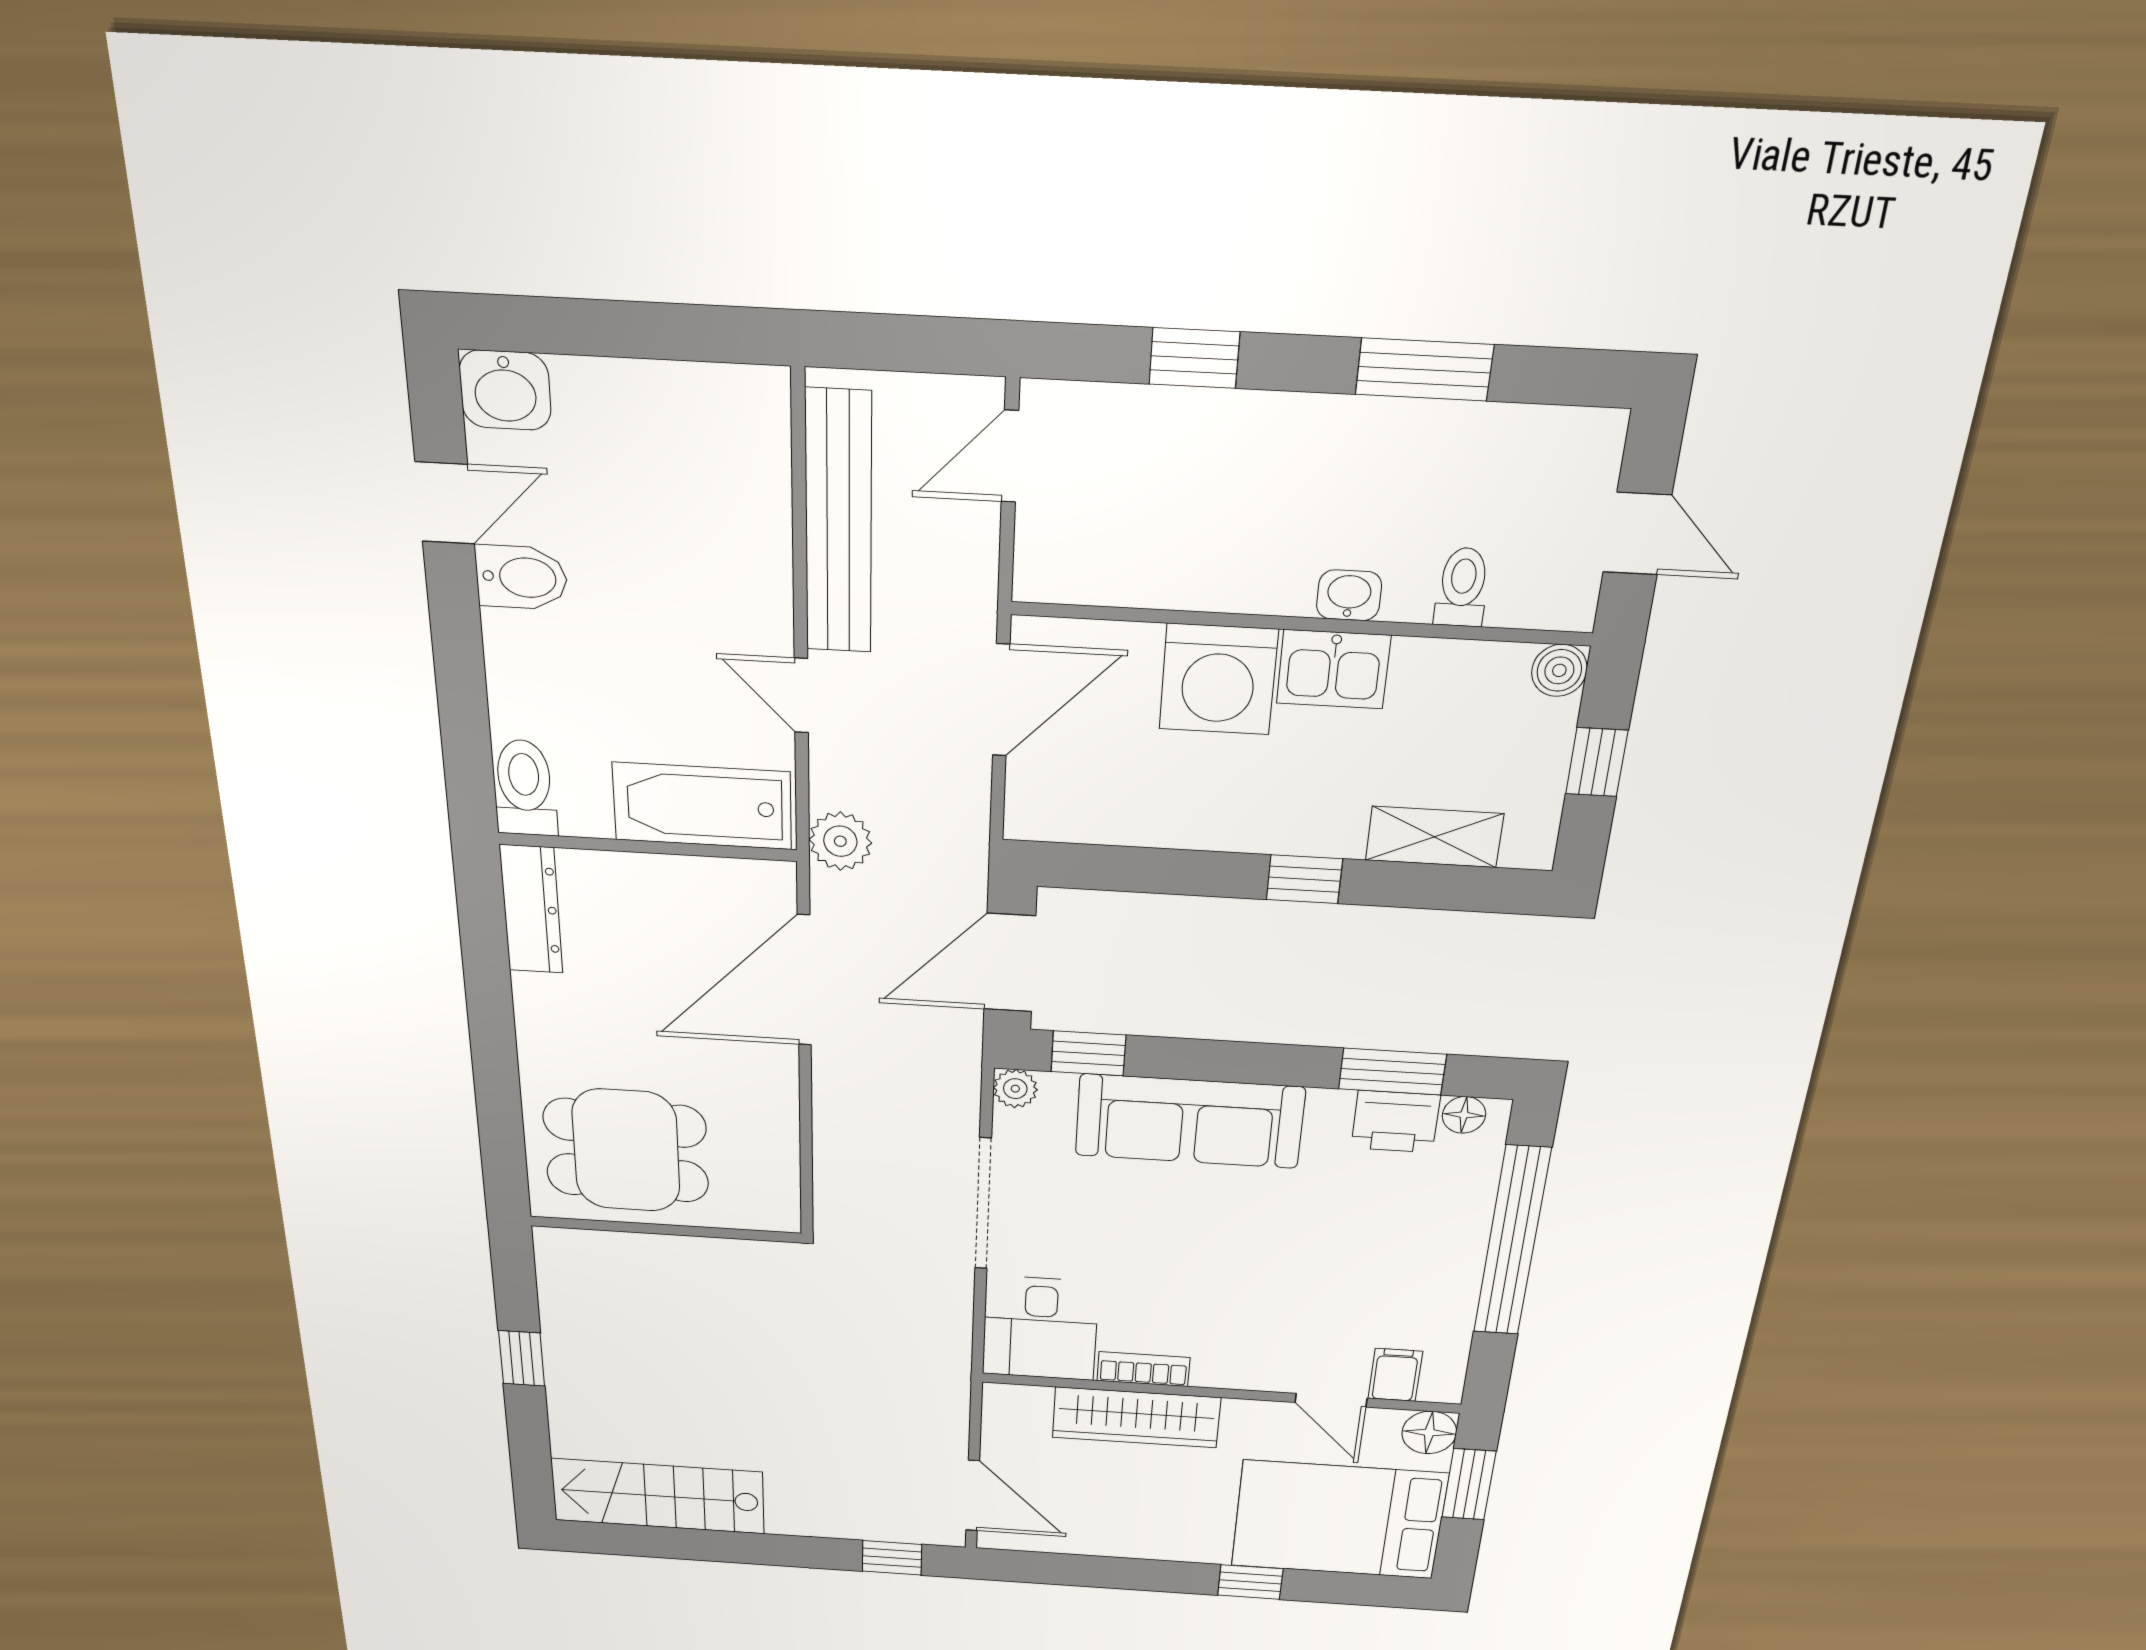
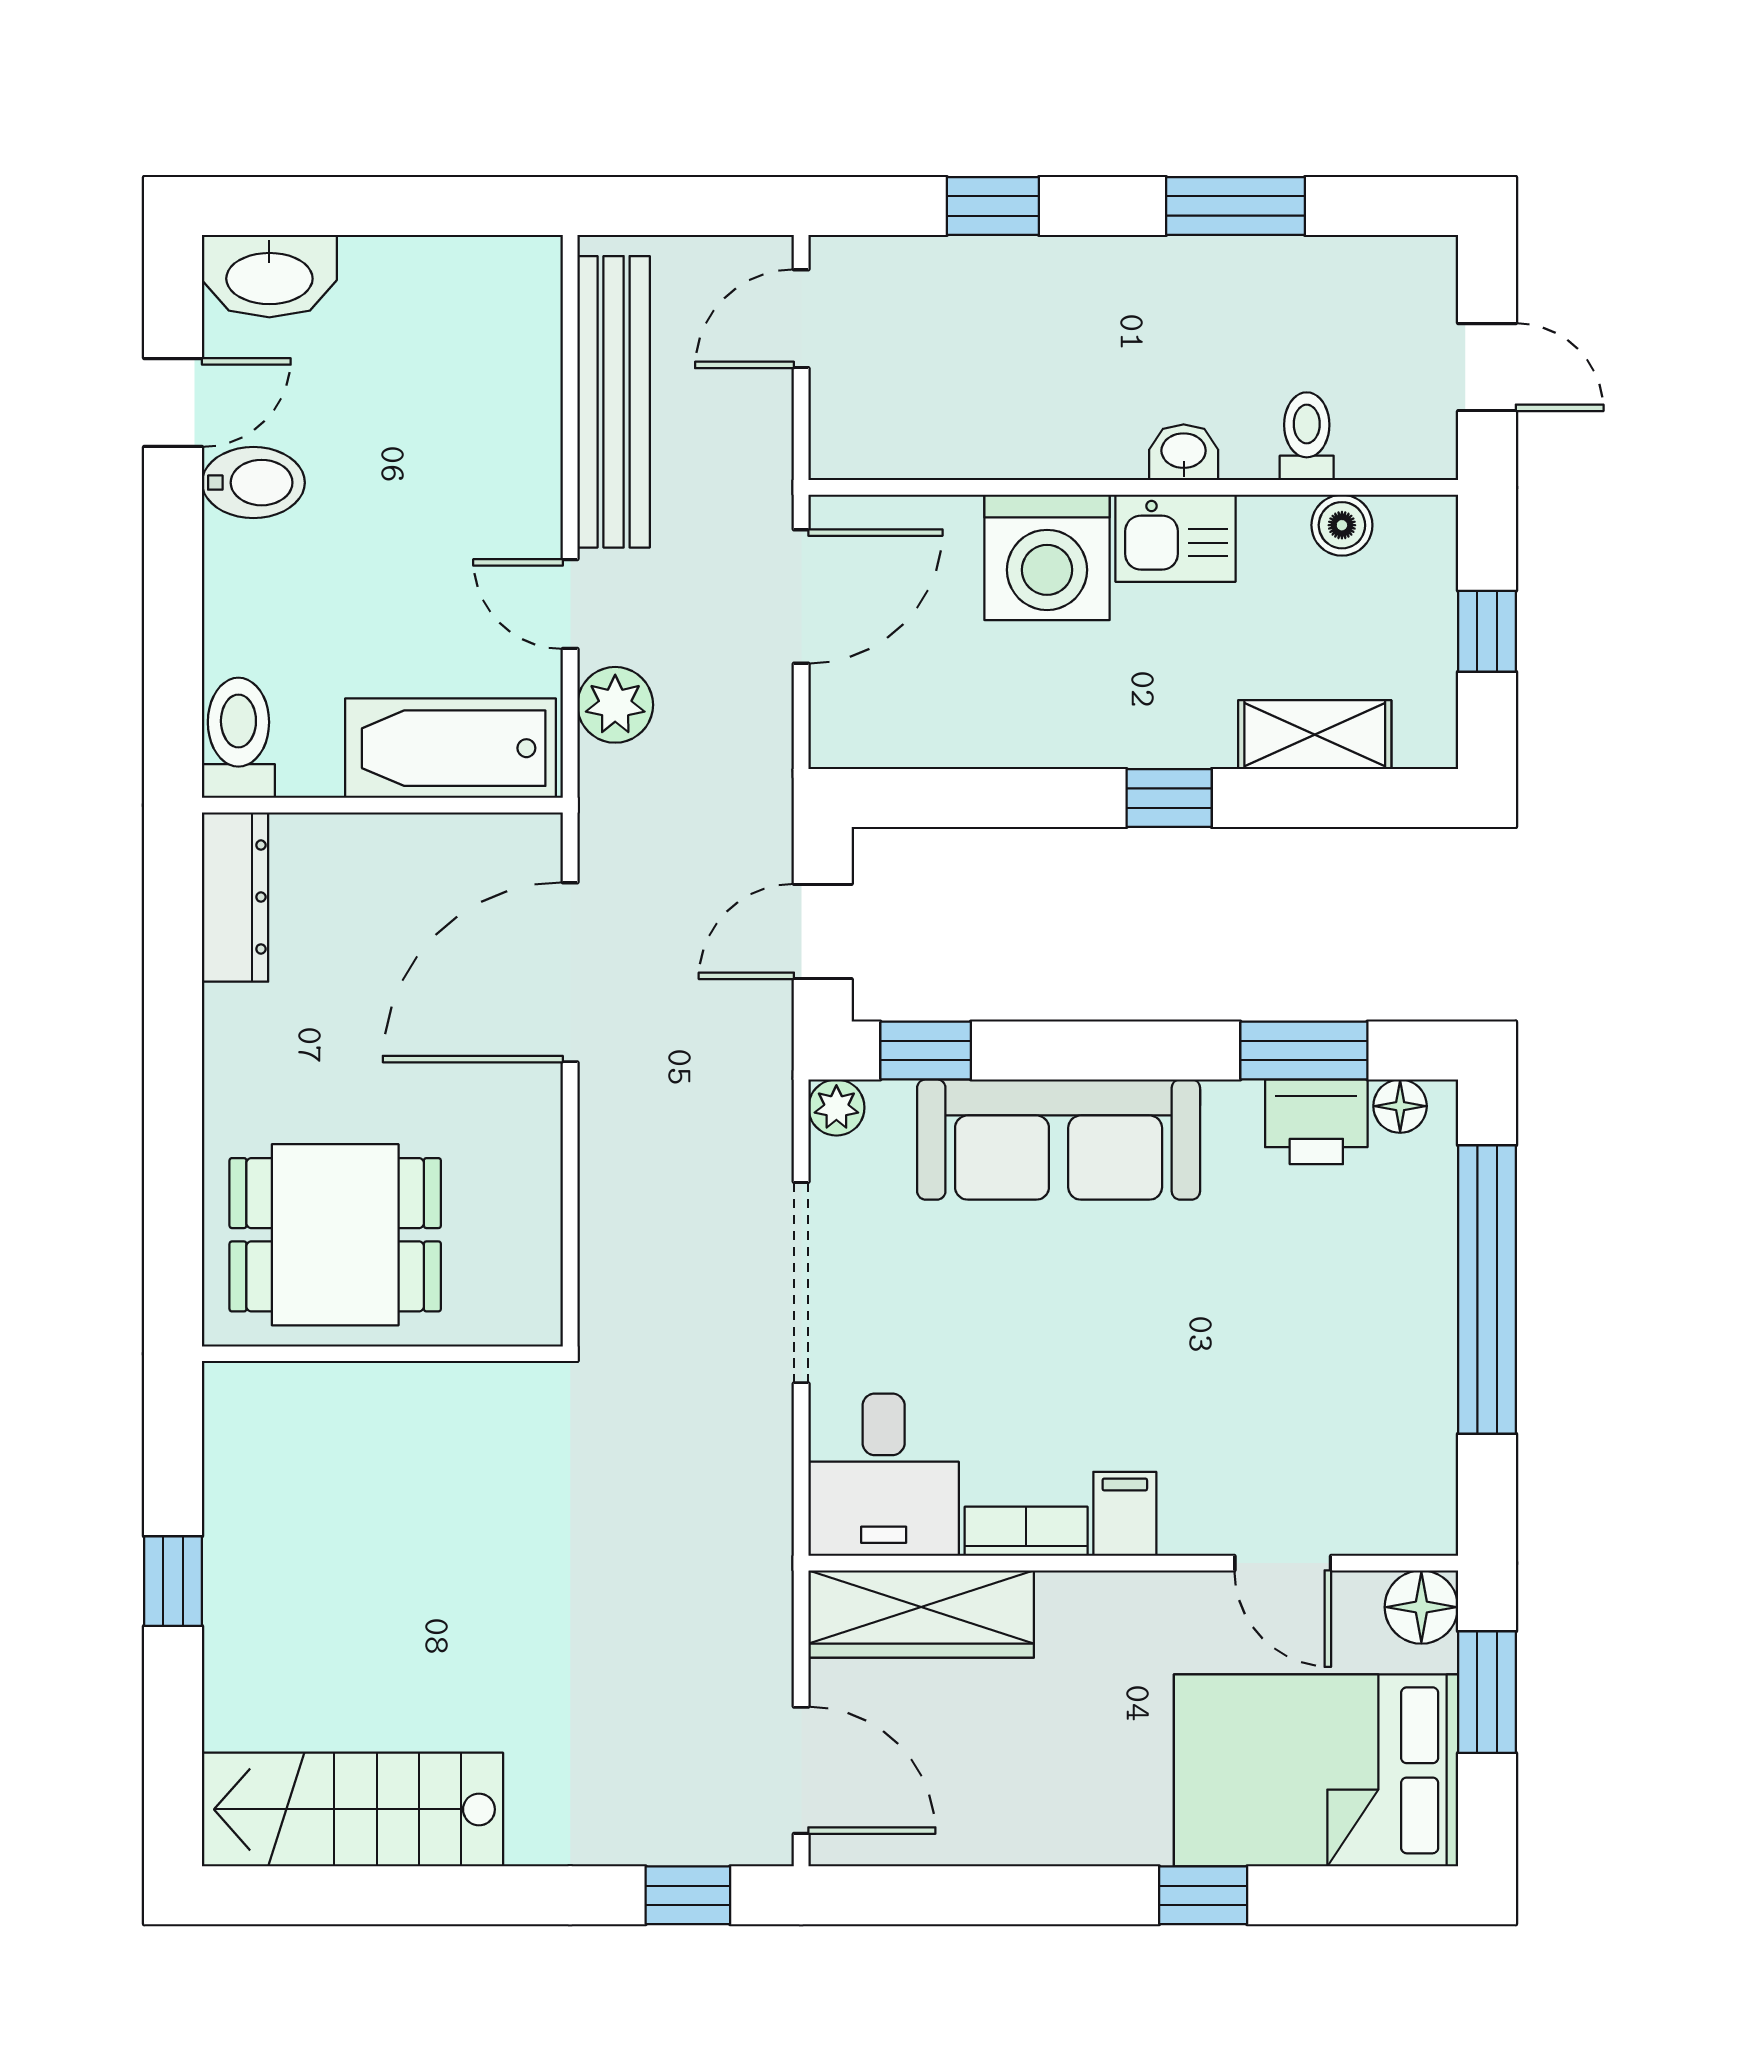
washbasin: (505, 390) -> (269, 276), width x1.38
boiler: (1559, 670) -> (1342, 525), moved
plant: (840, 841) -> (615, 705), moved
door: (1010, 963) -> (823, 931), width x0.73
filing cabinet: (1395, 1375) -> (1125, 1514), moved
wardrobe: (1136, 1417) -> (921, 1614), moved

